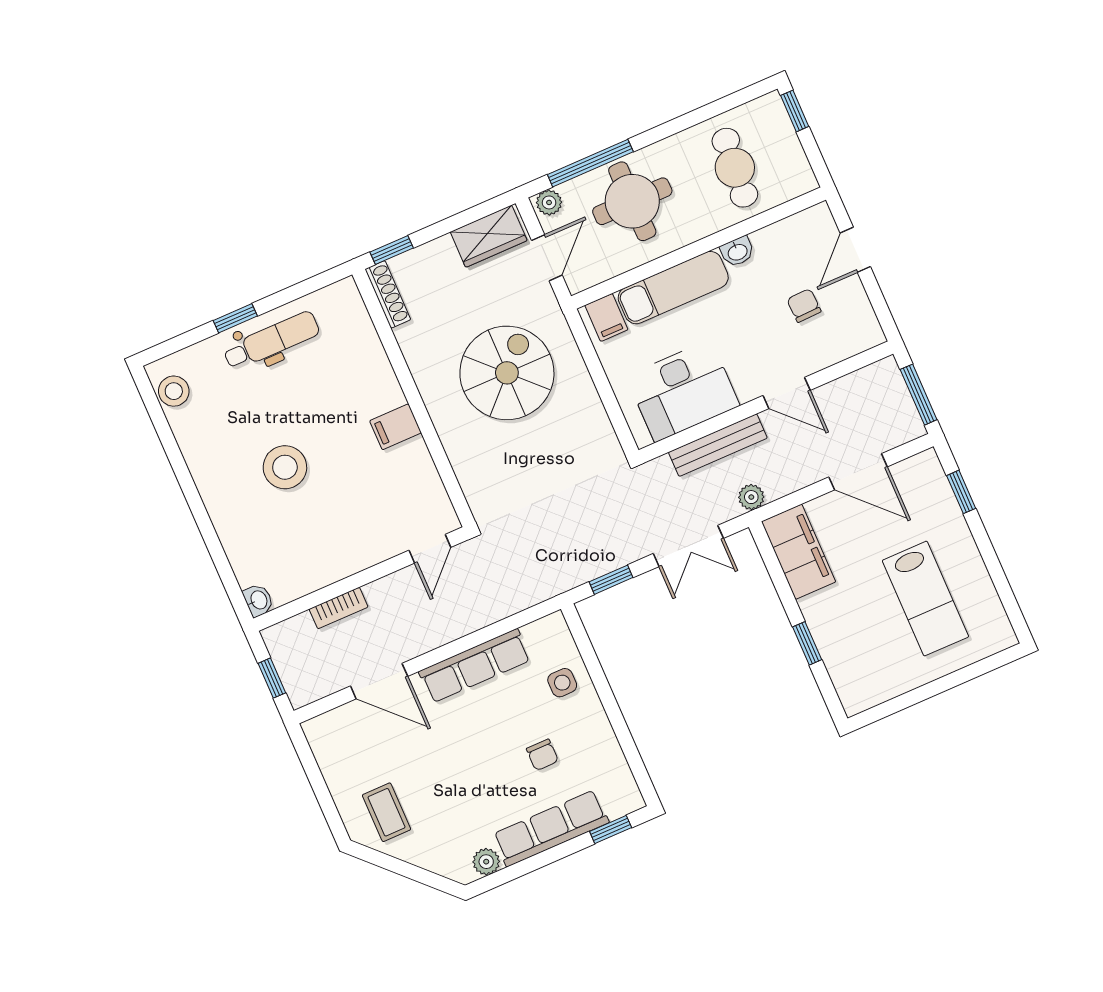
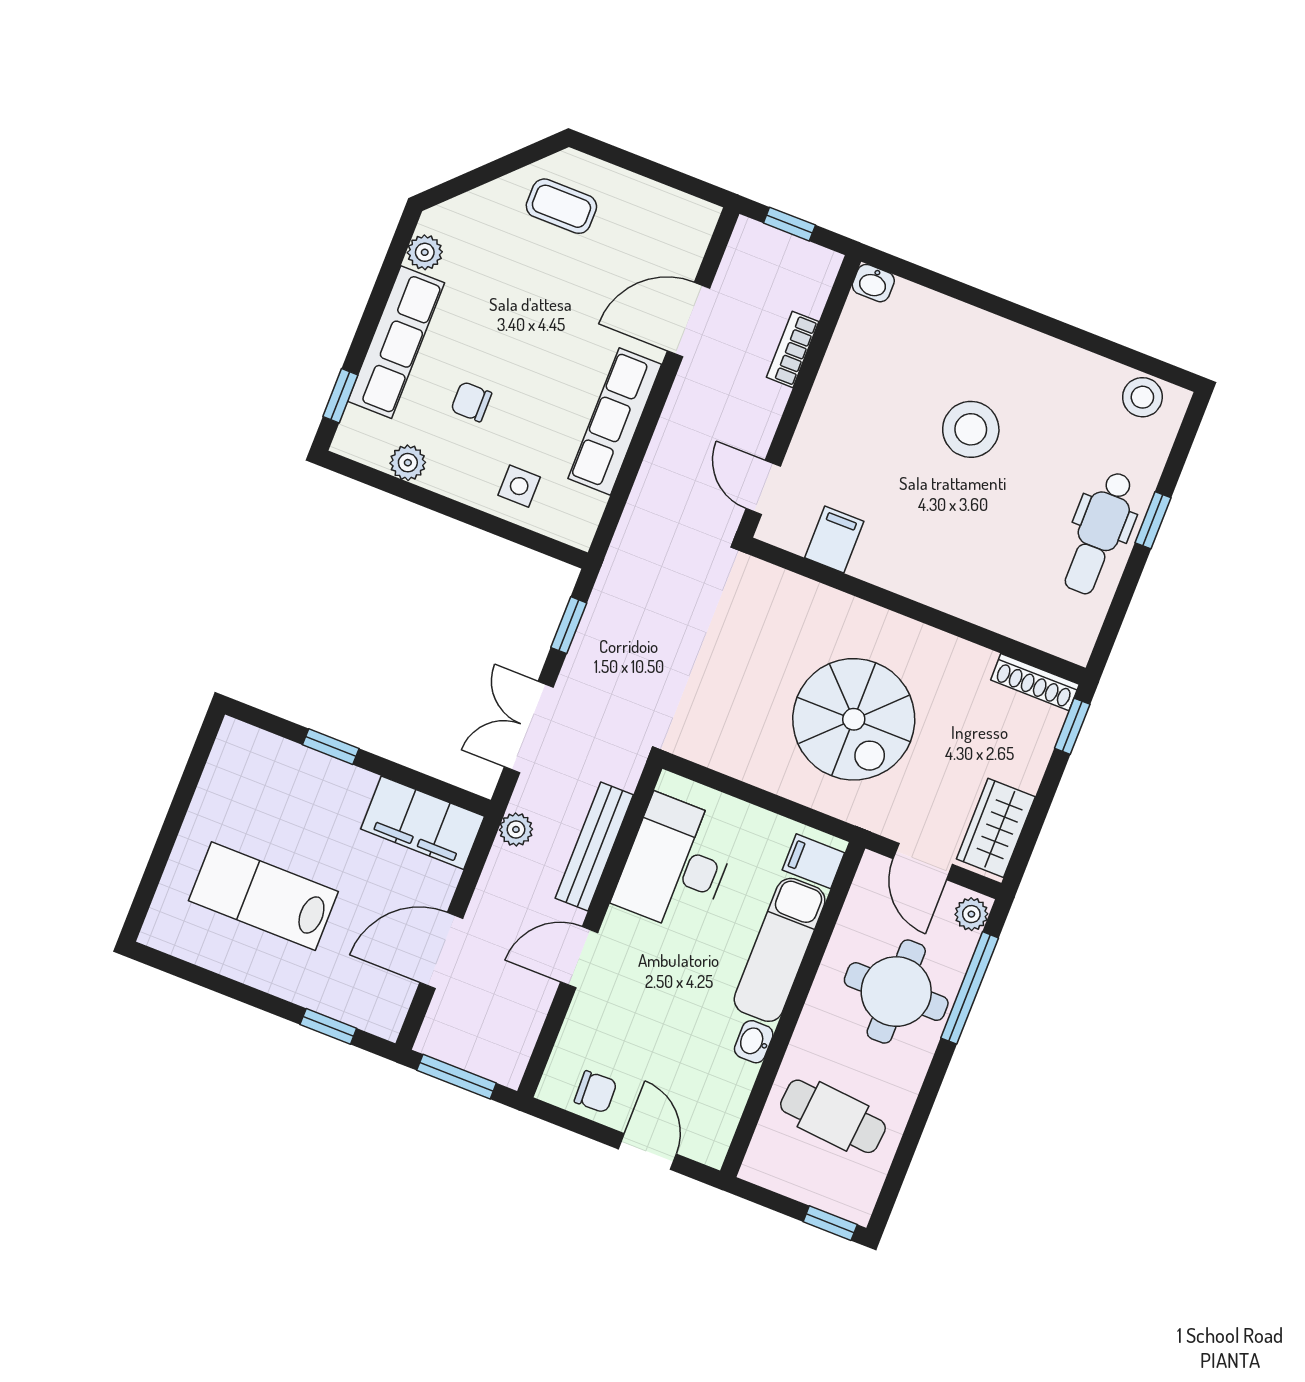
chair: (804, 305) -> (596, 1092), moved
filing cabinet: (396, 427) -> (834, 539), moved
plant: (610, 756) -> (408, 463), added

